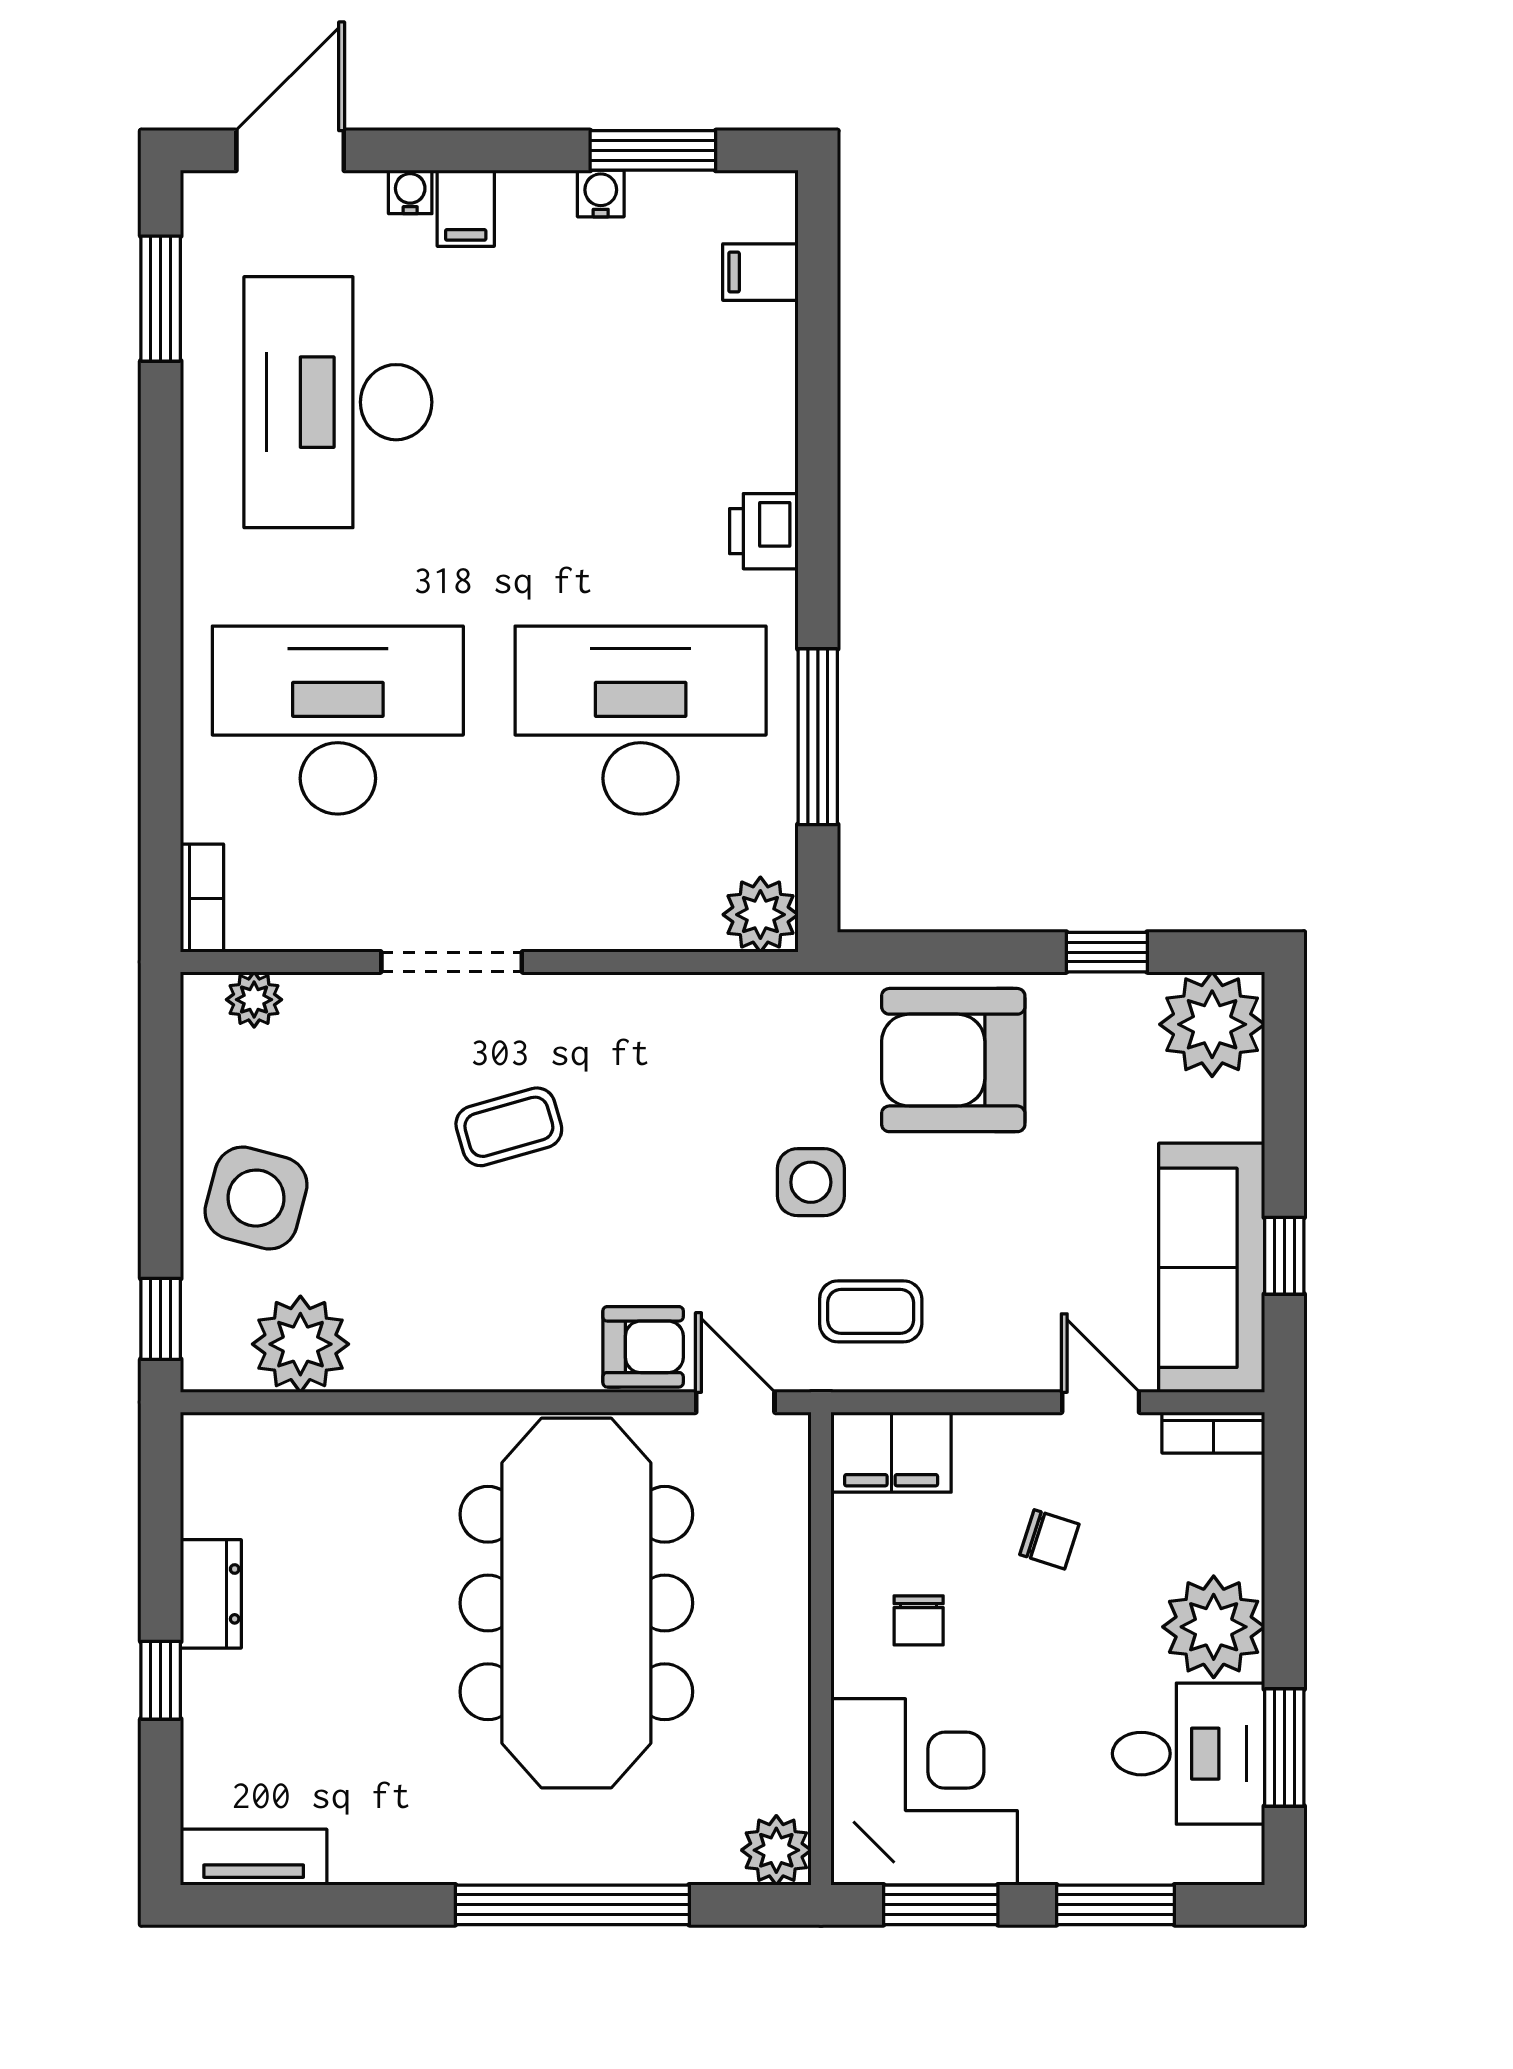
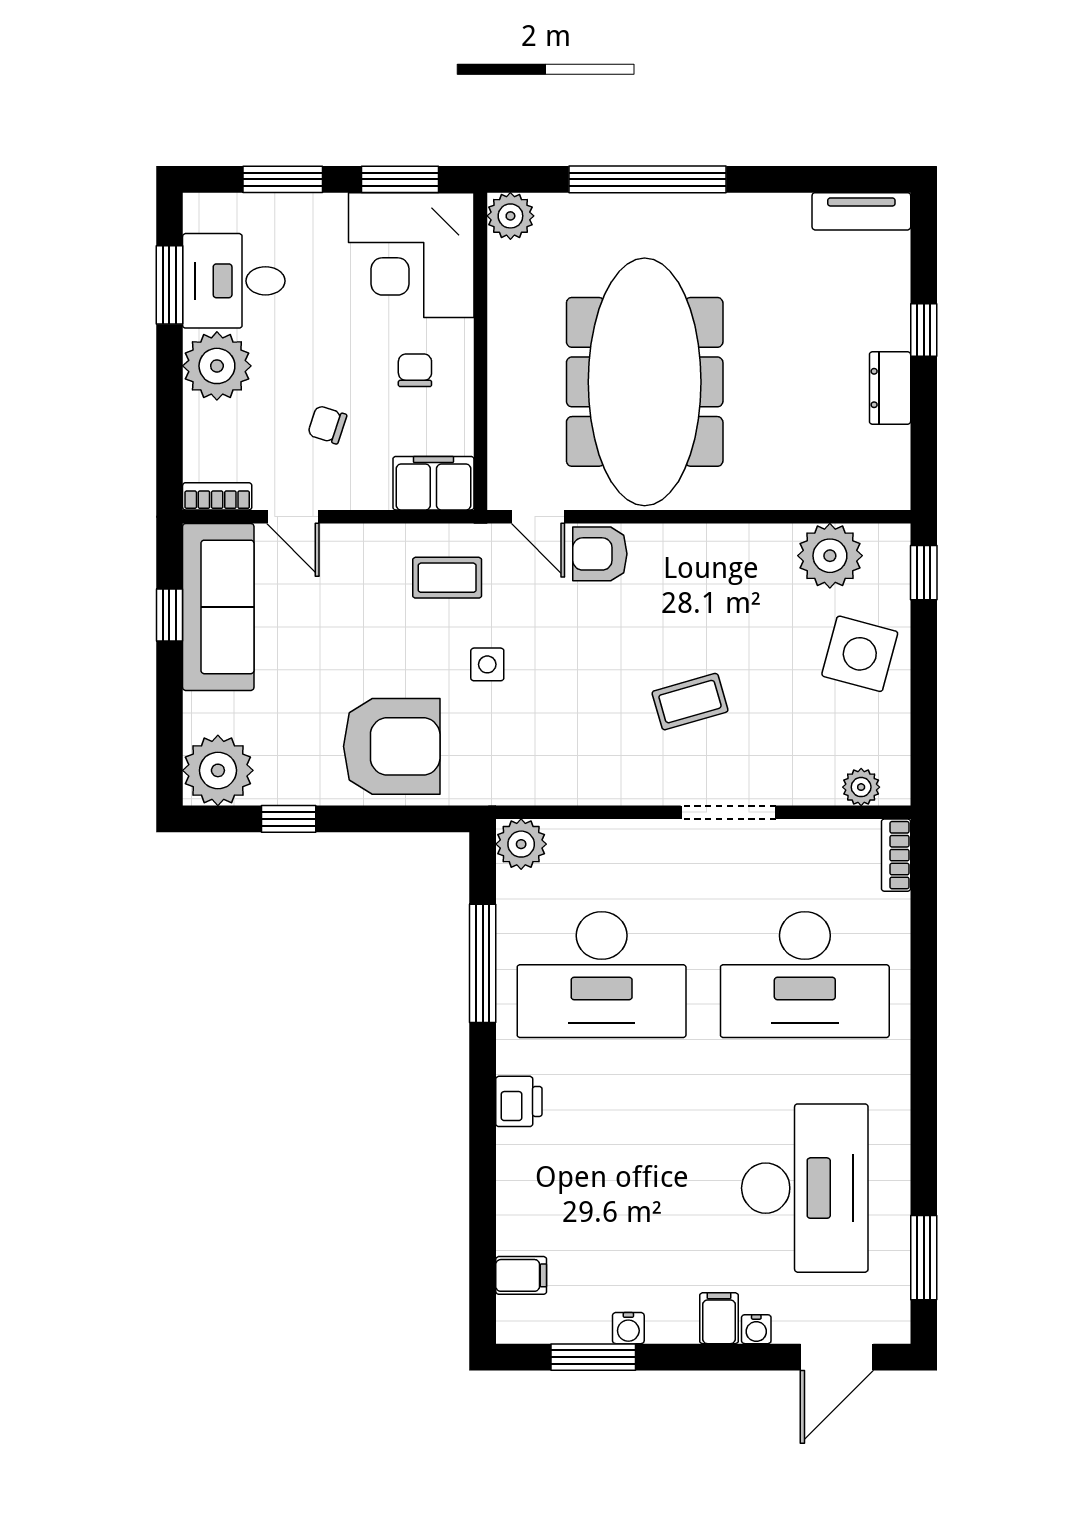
side table: (811, 1182) -> (487, 664), width x0.73, depth x0.73

